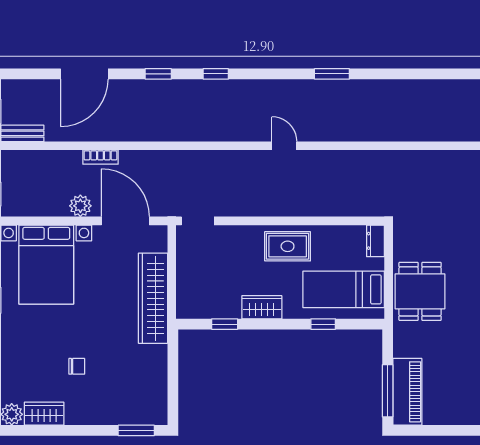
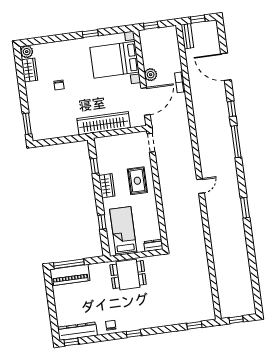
window: (216, 74) -> (236, 142), width x2.17
rug: (288, 246) -> (137, 181), moved

